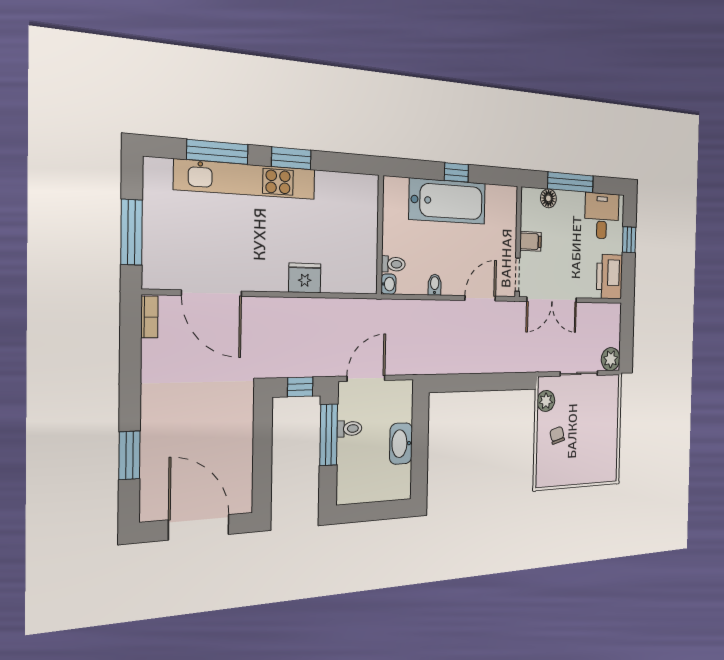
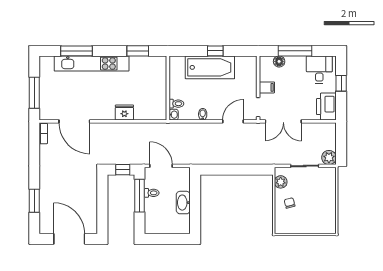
window: (291, 158) -> (138, 51), moved
door: (366, 378) -> (161, 166), hinge flipped

